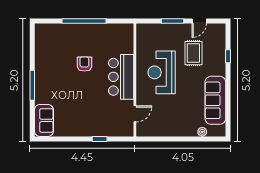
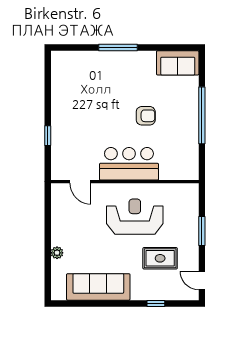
door: (199, 21) -> (202, 280), moved
sofa: (44, 120) -> (178, 63), moved
plant: (202, 132) -> (57, 253), moved

